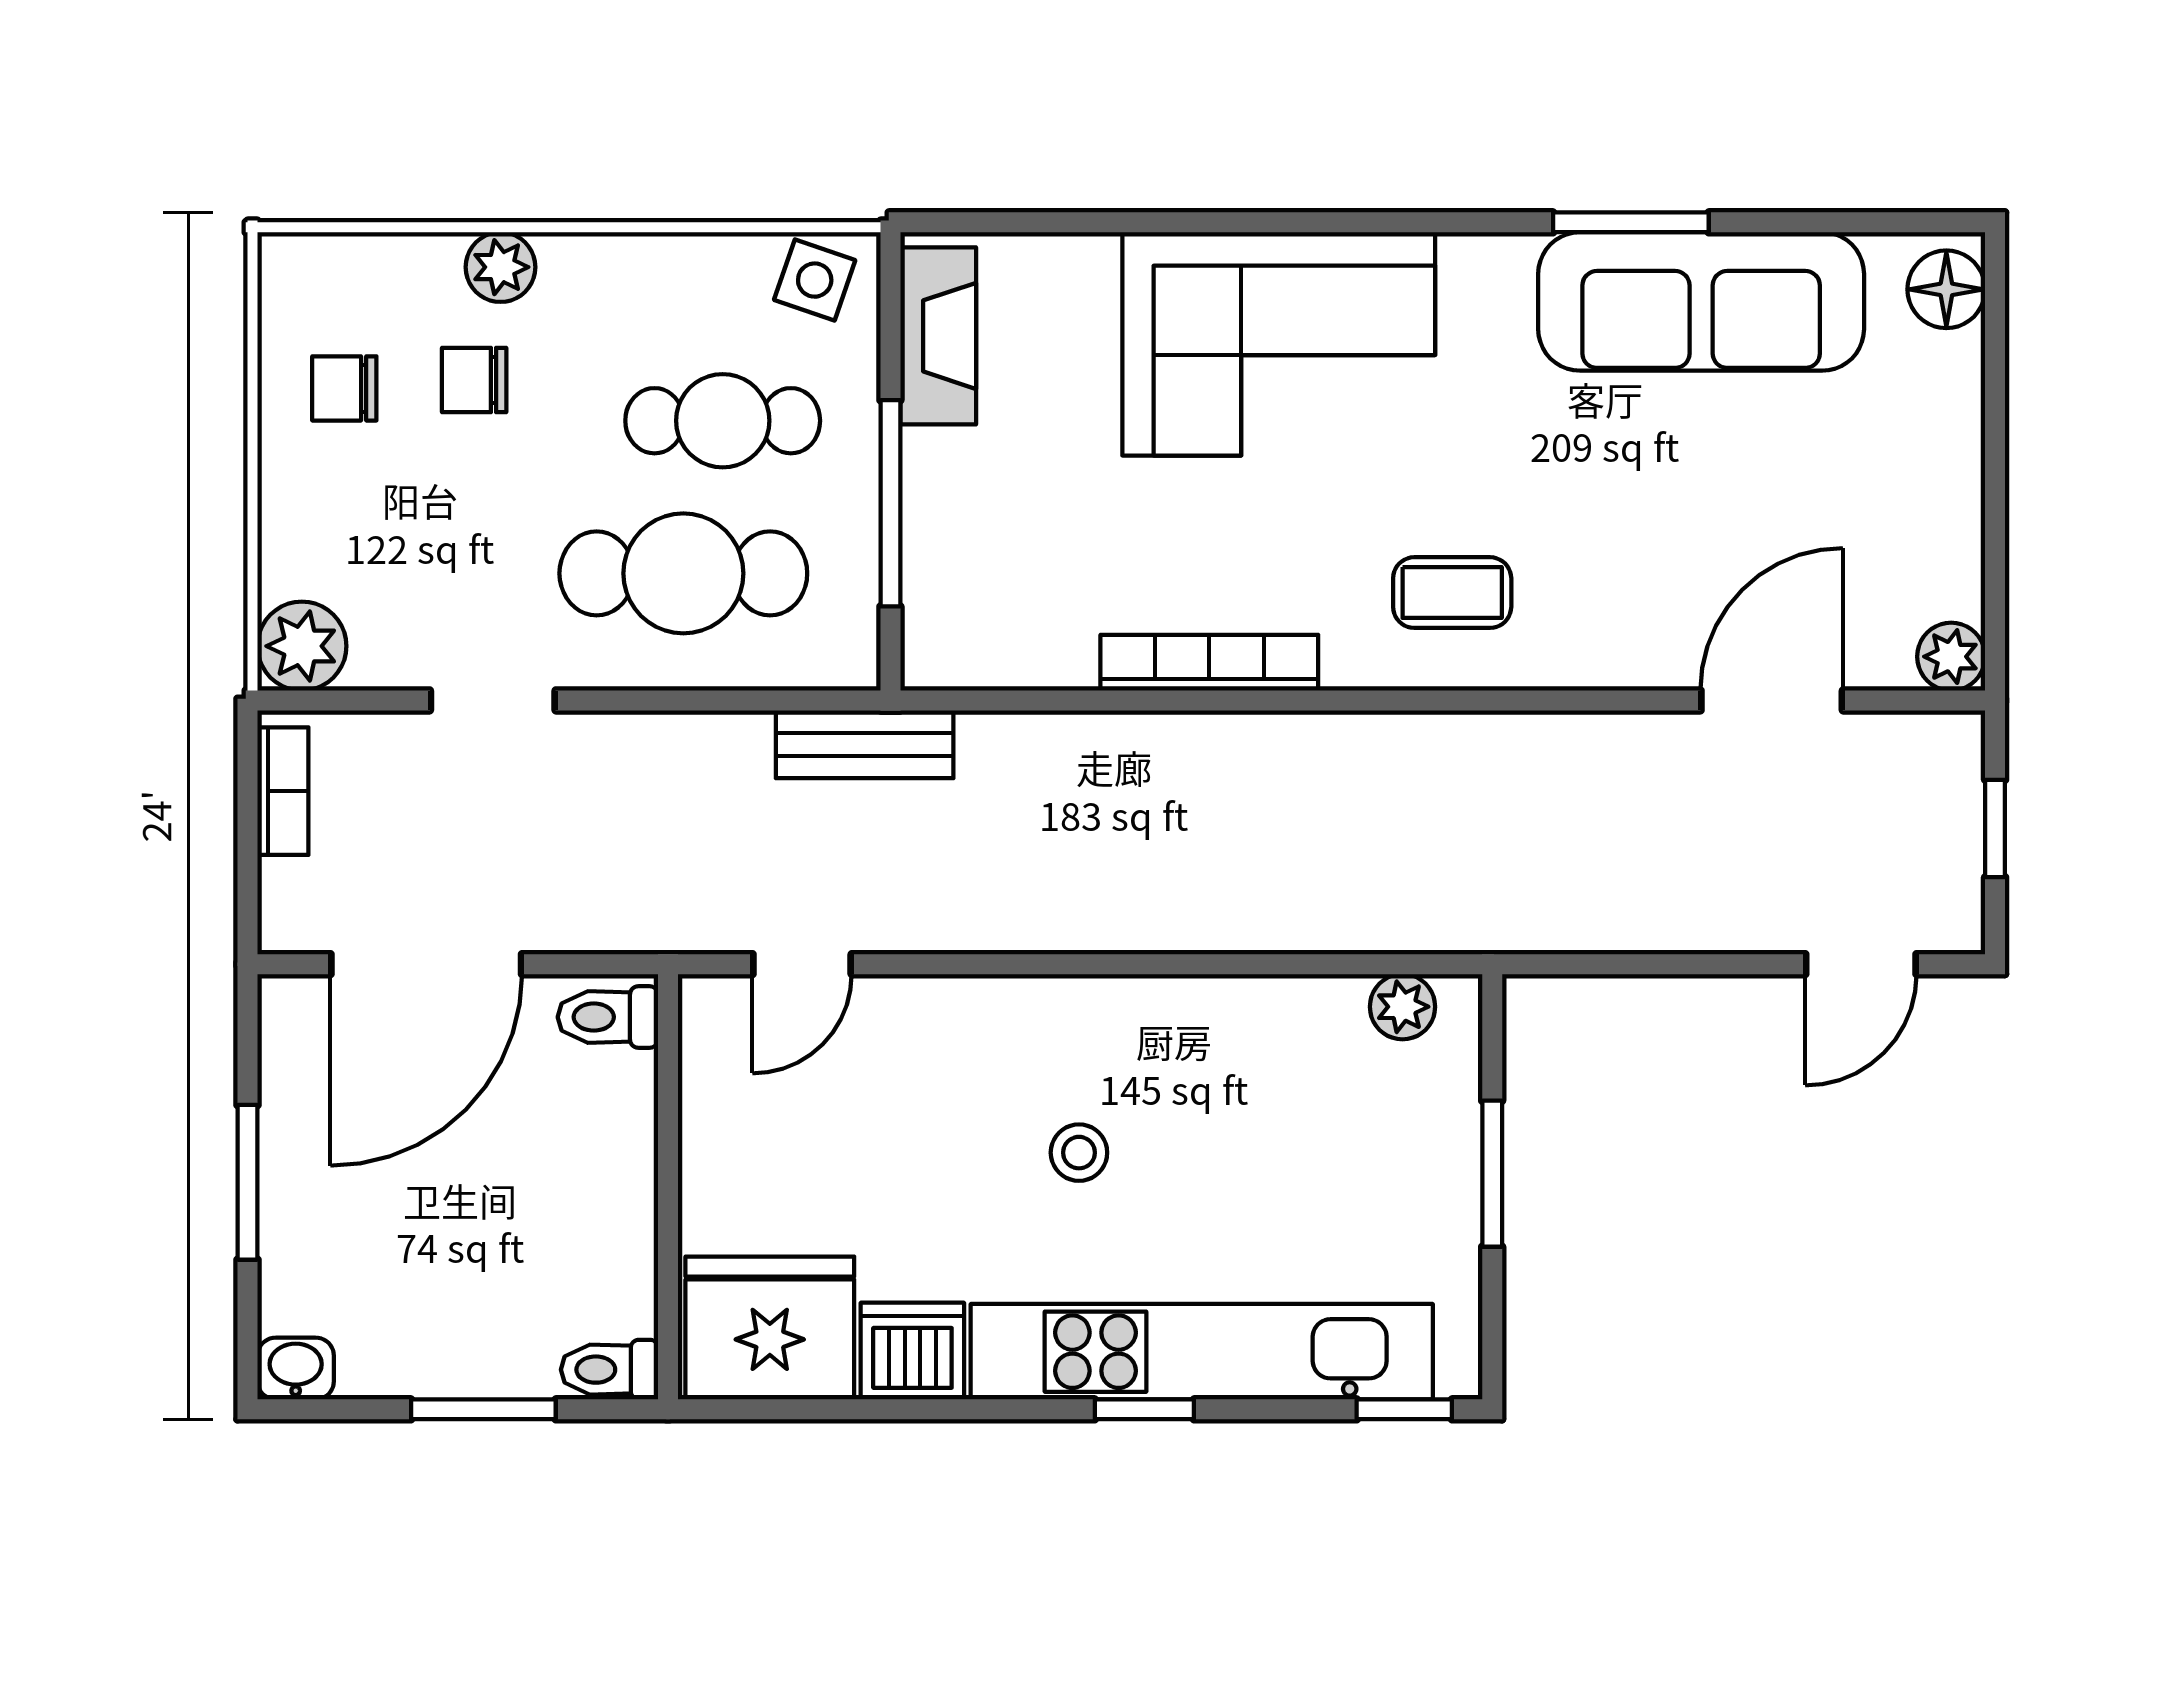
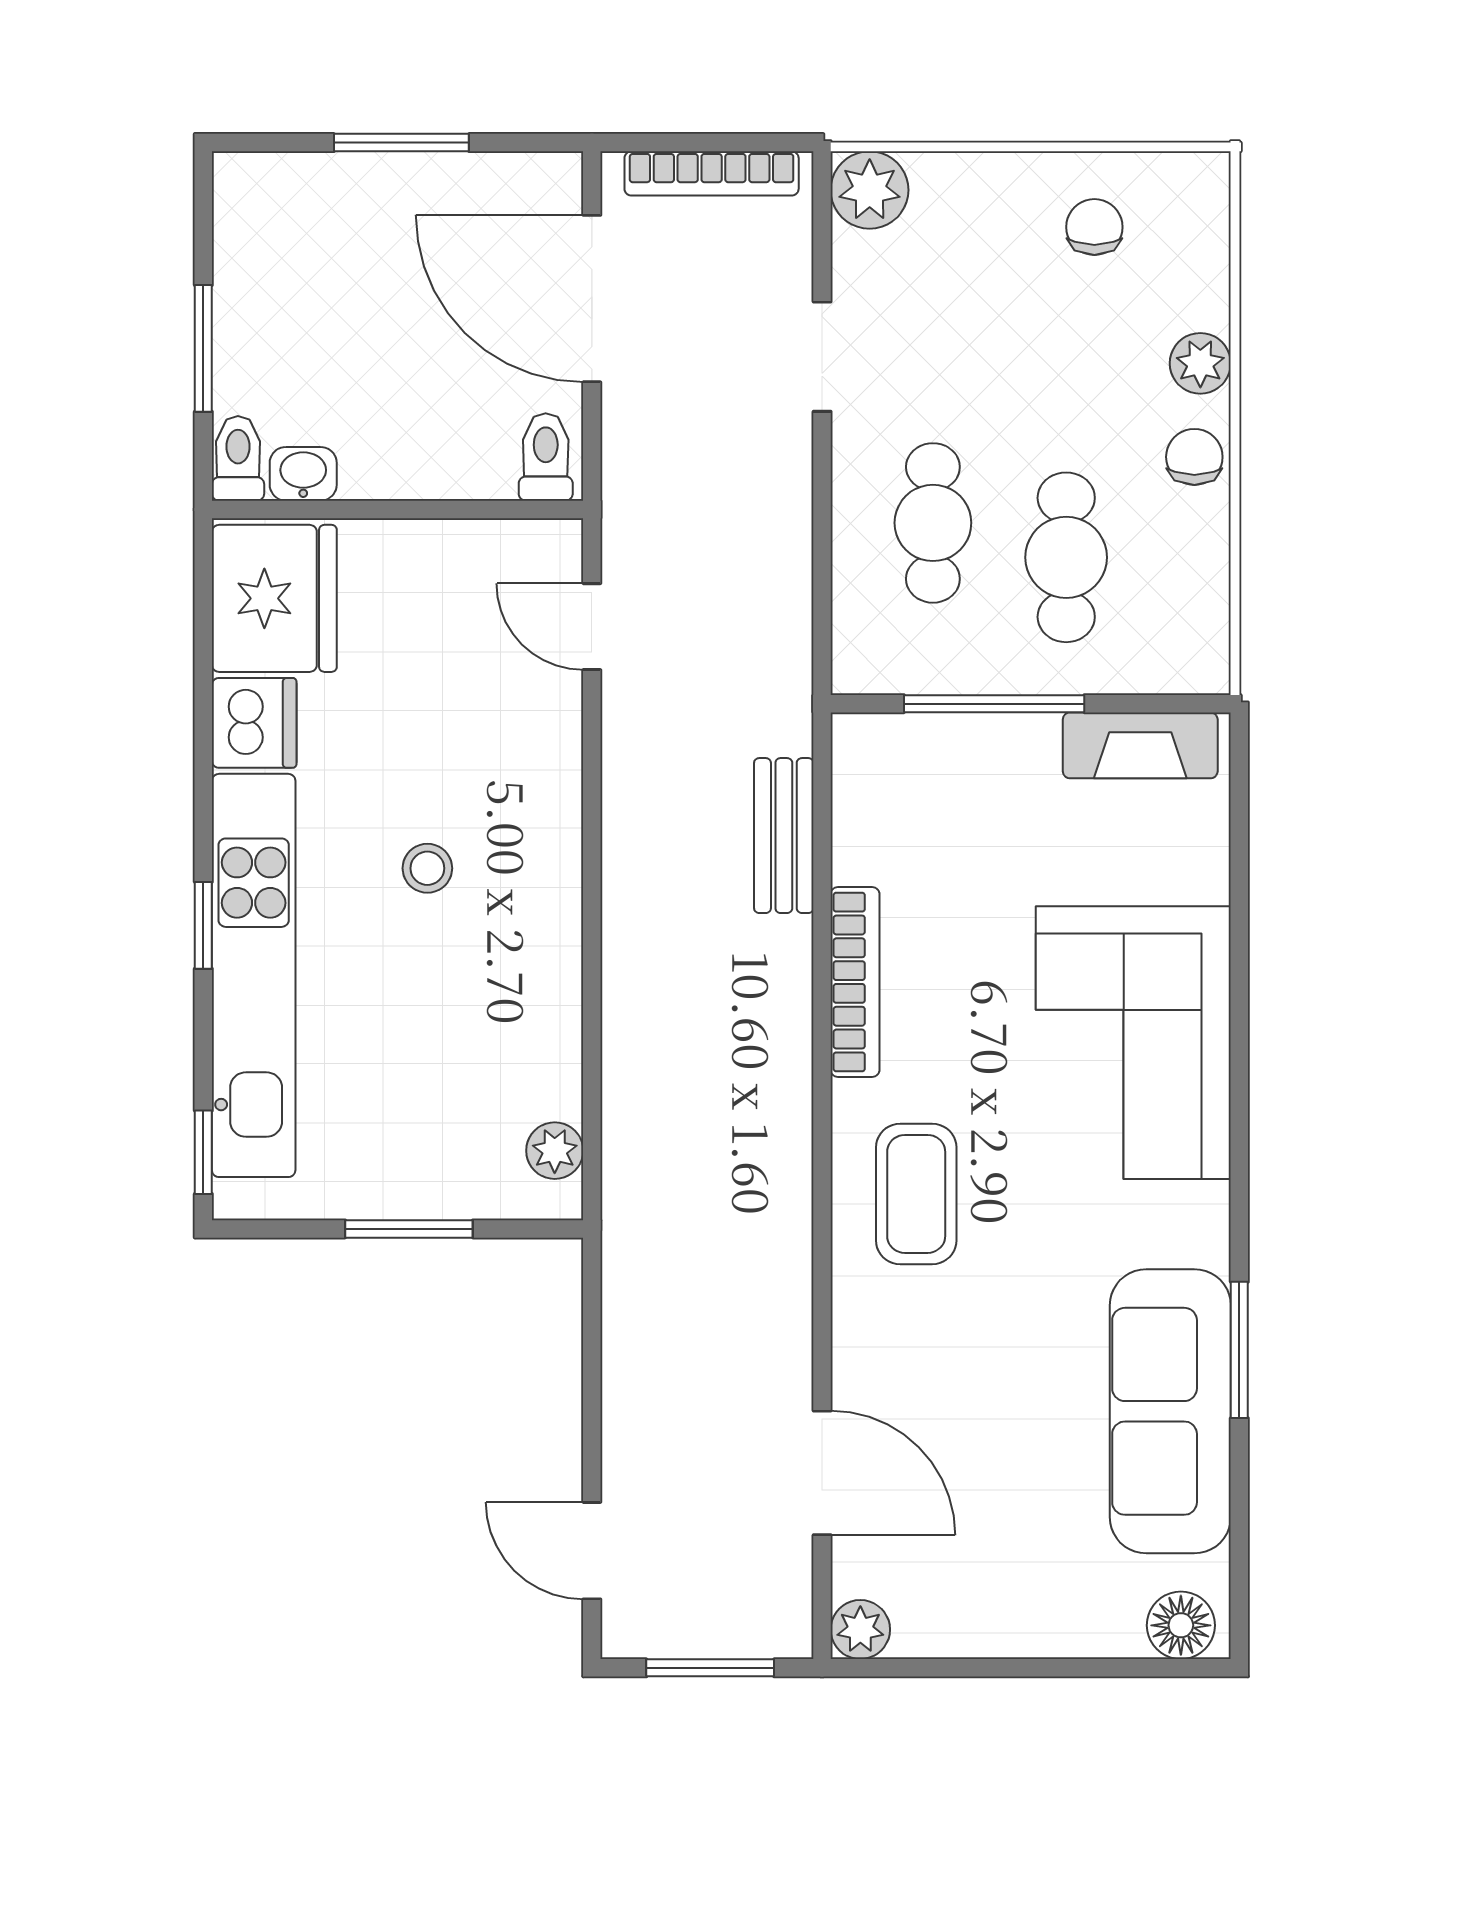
side table: (815, 280) -> (1189, 638), removed
chair: (474, 380) -> (1194, 457), moved
cafe table: (683, 573) -> (933, 523), width x0.73, depth x0.74
coffee table: (1452, 593) -> (916, 1194), width x1.36, depth x1.30
bench: (865, 744) -> (784, 836), moved
bookcase: (283, 791) -> (712, 173), width x1.56
window: (1995, 829) -> (710, 1668), width x1.50
washbasin: (296, 1368) -> (303, 474), moved, turned -90

